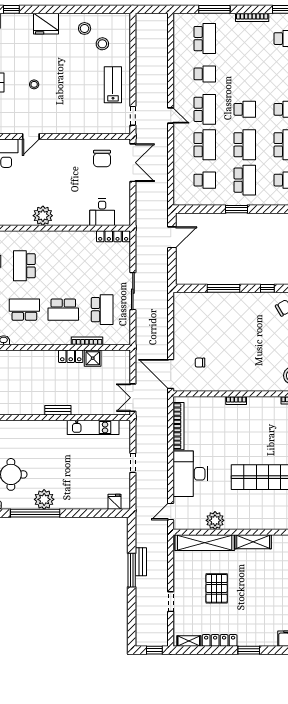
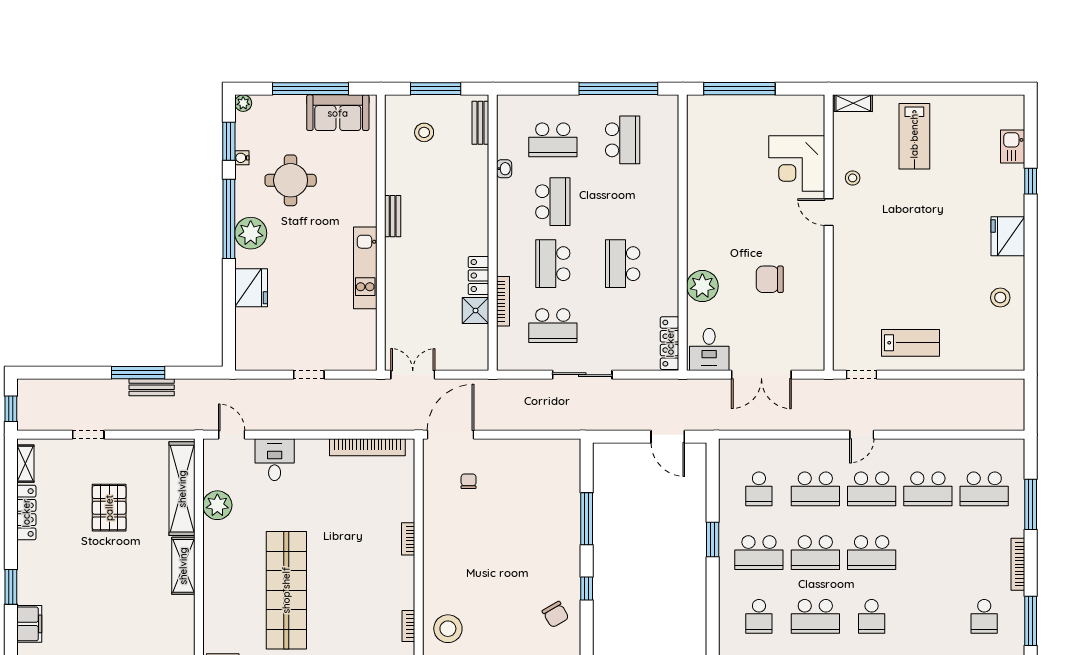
stool: (102, 44) -> (976, 326), removed
school desk: (205, 74) -> (928, 489), width x1.85
stool: (34, 84) -> (853, 178), moved
school desk: (245, 109) -> (872, 553), width x1.85
chair: (102, 158) -> (770, 279), moved
double door: (133, 163) -> (761, 375), moved
desk: (102, 212) -> (709, 349), moved, turned -90
plant: (43, 216) -> (702, 286), moved
school desk: (24, 266) -> (623, 264), moved, turned -90
bench: (58, 410) -> (393, 216), moved
kitchen unit: (93, 427) -> (365, 268), moved
desk: (190, 474) -> (275, 460), width x0.53, depth x0.77
fridge: (114, 502) -> (251, 288), moved, width x1.88, depth x1.34
pallet: (217, 588) -> (109, 508), turned 90
window: (249, 650) -> (11, 587), moved

